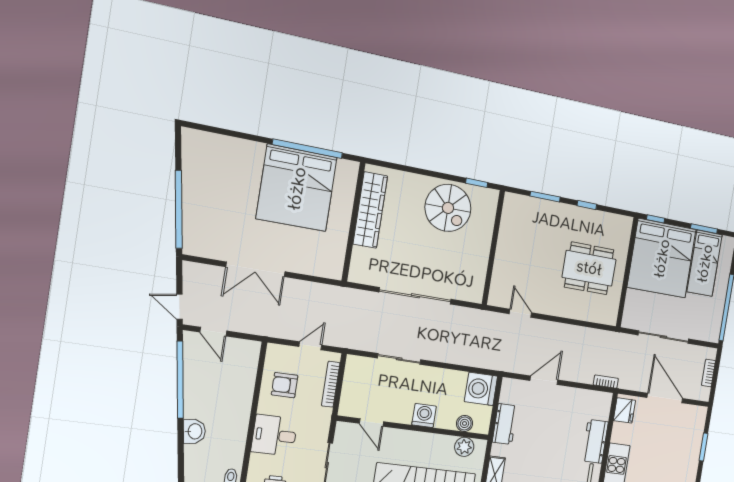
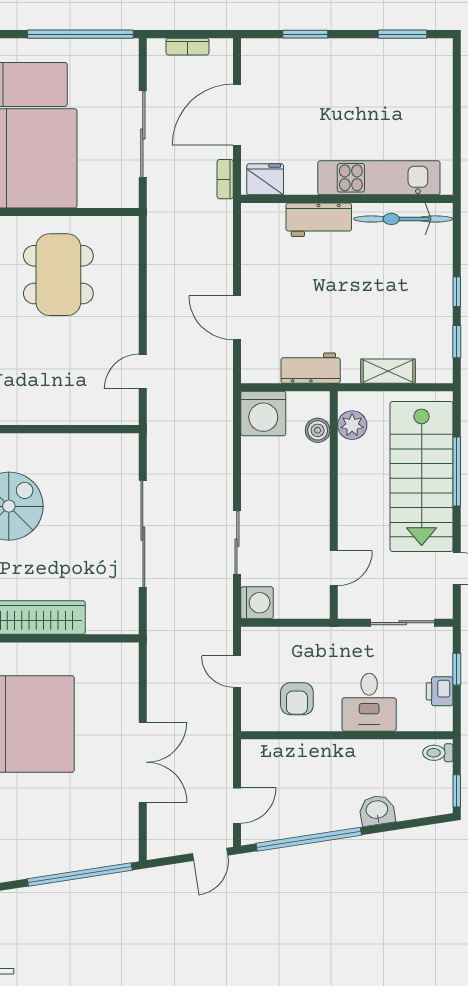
bookcase: (606, 382) -> (225, 179), moved
bookcase: (331, 384) -> (287, 635), removed
washing machine: (424, 416) -> (257, 603), moved, turned 180

